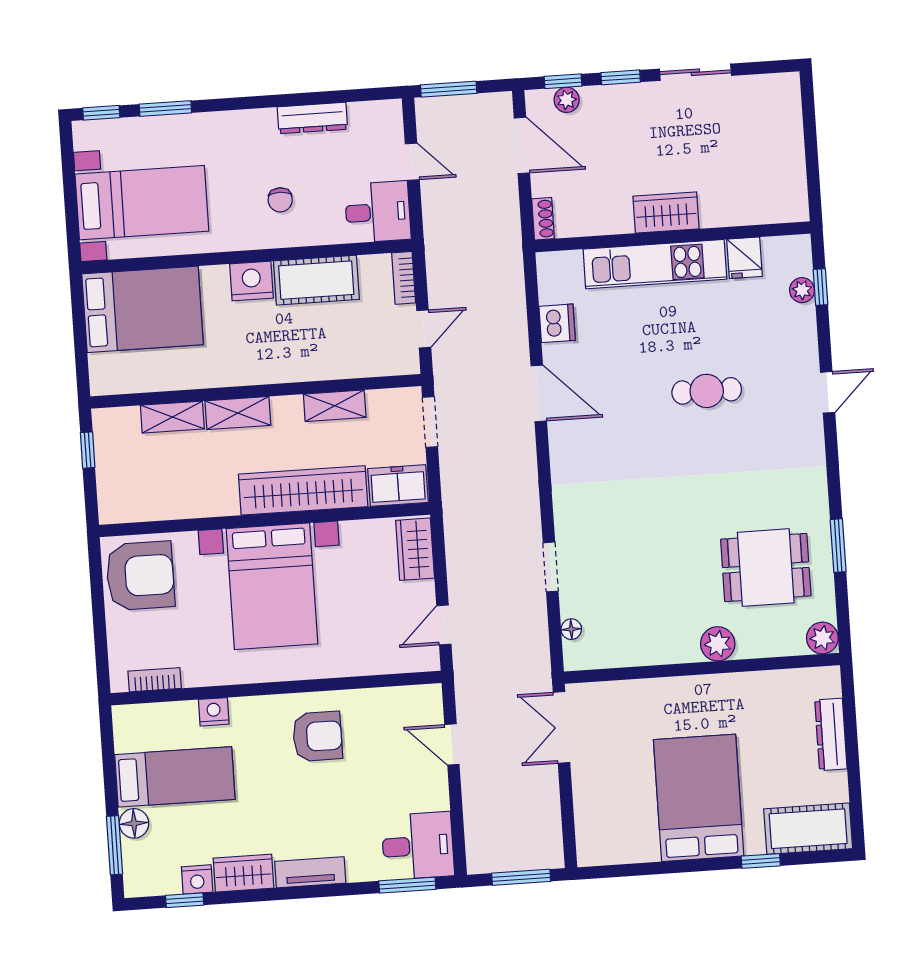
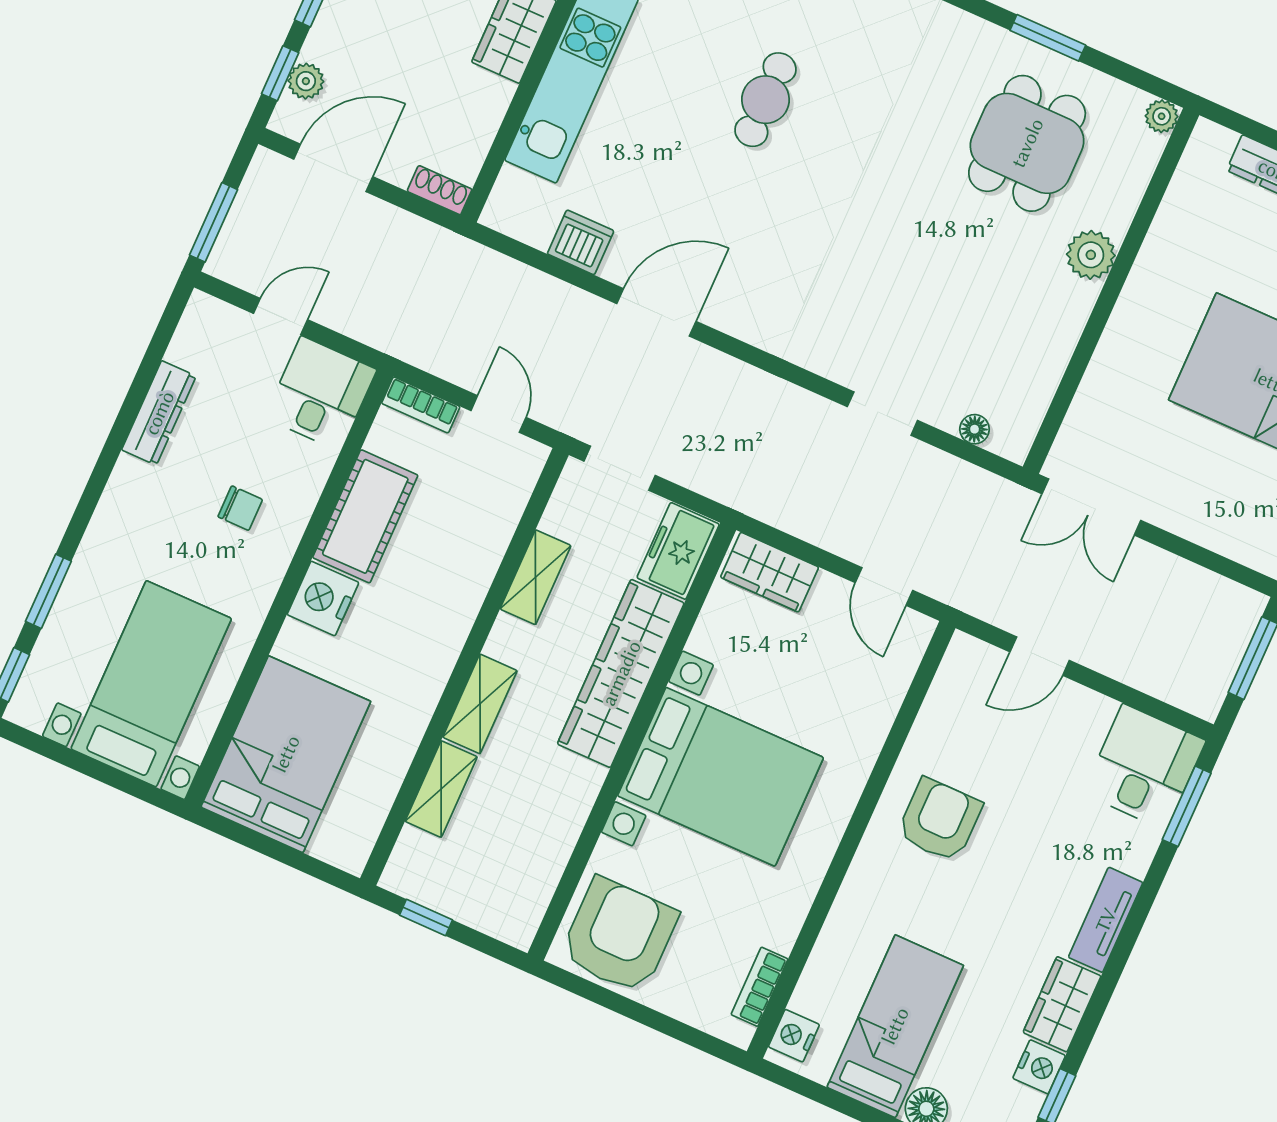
plant: (822, 638) -> (1162, 116), width x0.73, depth x0.73
nightstand: (214, 712) -> (794, 1036), moved

